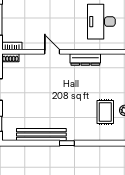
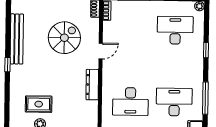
desk: (101, 22) -> (130, 101), turned 180
spiral stairs: (40, 88) -> (64, 38), added

